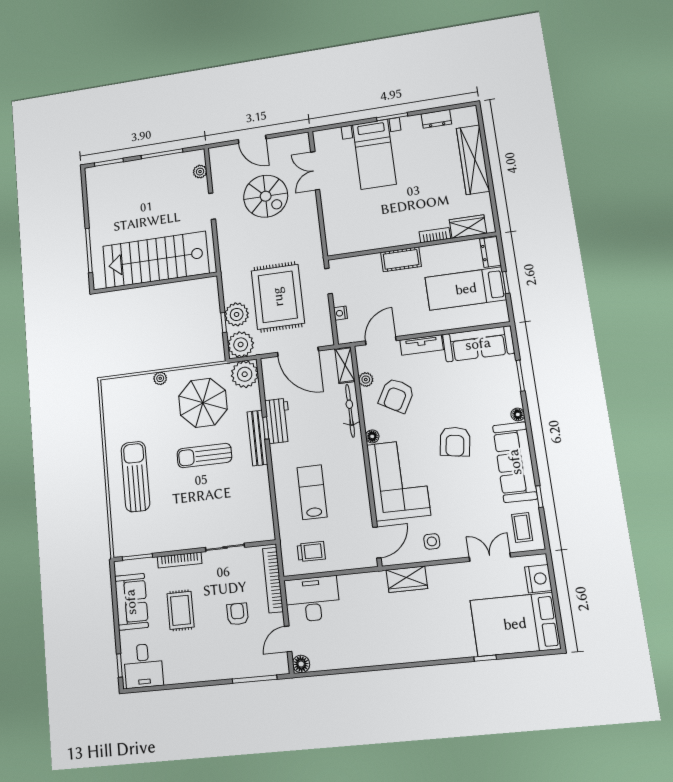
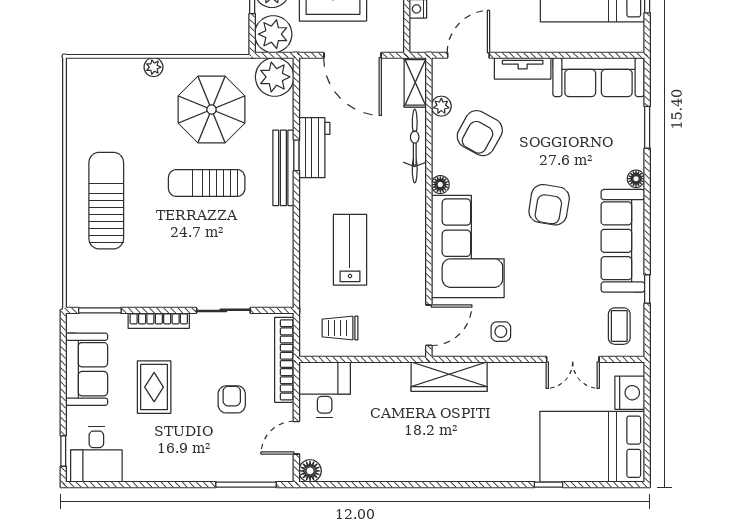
trolley: (311, 552) -> (340, 328), turned 180
double door: (490, 557) -> (573, 359), swing flipped
wardrobe: (407, 579) -> (449, 377), width x1.50
desk: (312, 599) -> (325, 390), width x0.73

